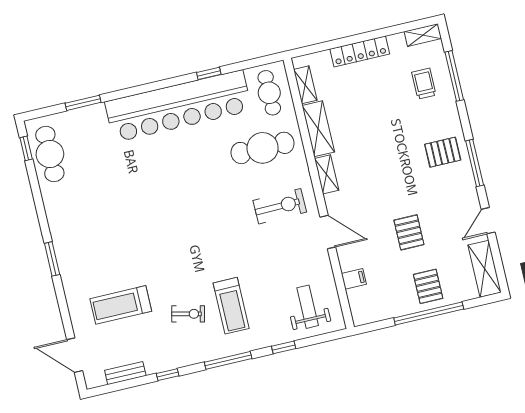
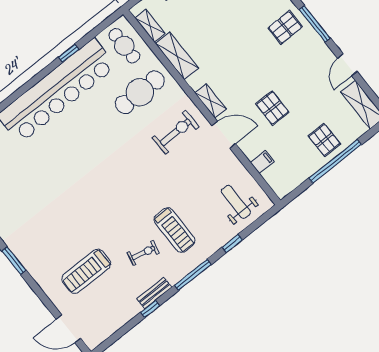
shelving: (327, 174) -> (210, 101), moved
pallet: (409, 232) -> (272, 108), moved
bench: (125, 373) -> (154, 293), moved

